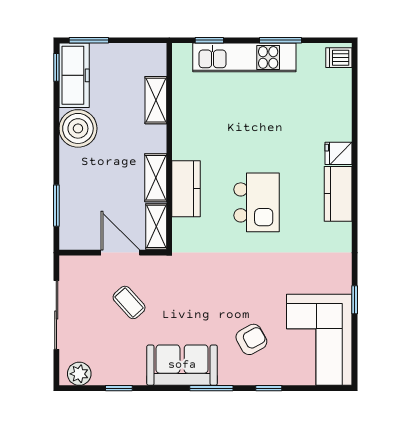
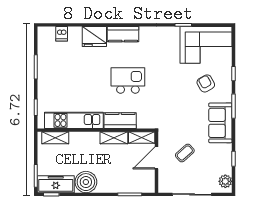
kitchen unit: (244, 57) -> (74, 120), moved, turned -90
dishwasher: (339, 58) -> (62, 34), moved
shelving: (156, 100) -> (55, 138), moved
fridge: (338, 153) -> (94, 37), width x1.88, depth x1.34

